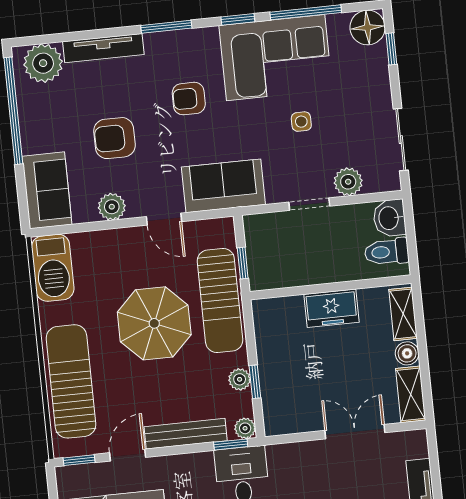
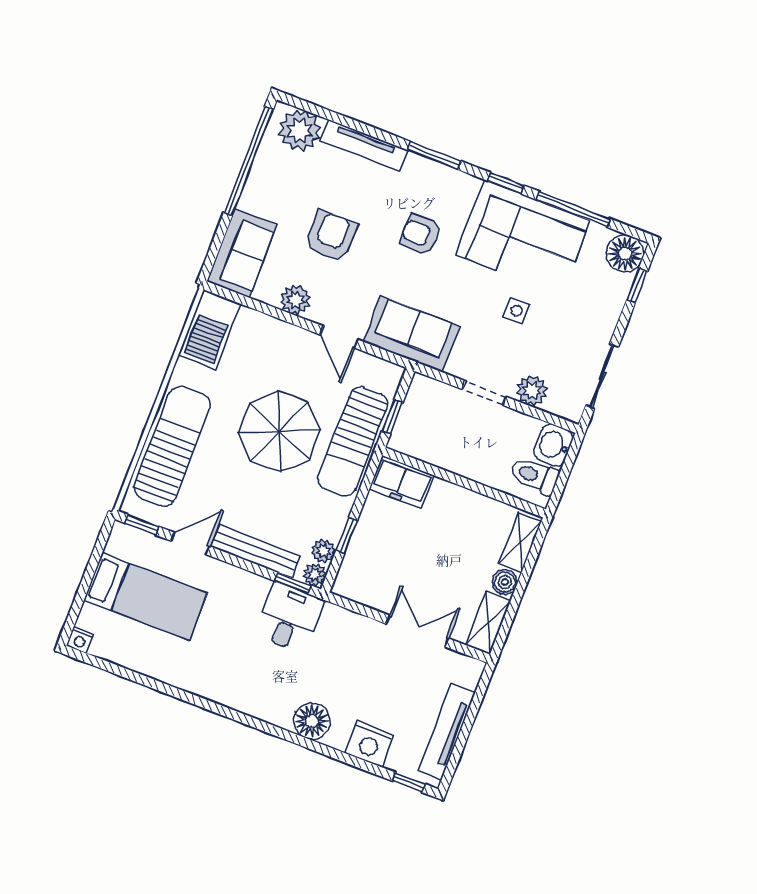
armchair: (114, 138) -> (331, 236), turned 90
freezer: (331, 308) -> (401, 482), moved
plant: (240, 379) -> (323, 551), moved

